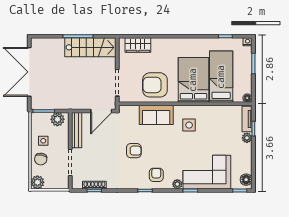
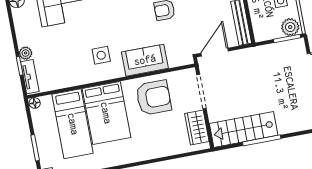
wardrobe: (138, 45) -> (197, 128), moved, turned -90
plant: (57, 119) -> (290, 27), moved

